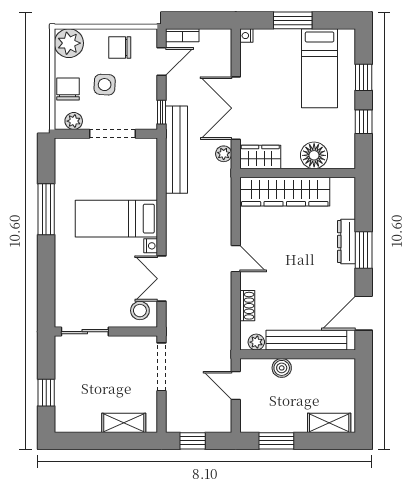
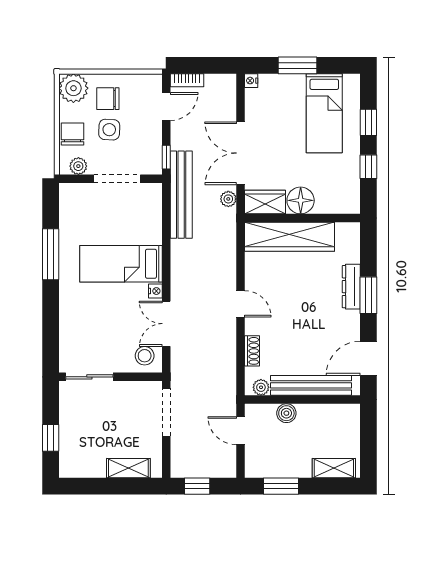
chair: (120, 47) -> (108, 99), moved
floor lamp: (314, 155) -> (301, 200), moved

